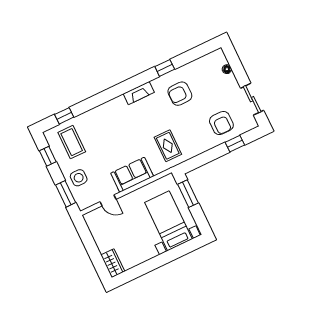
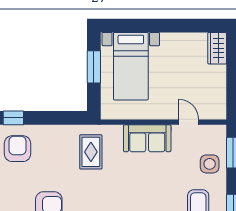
window: (188, 194) -> (94, 67), moved

